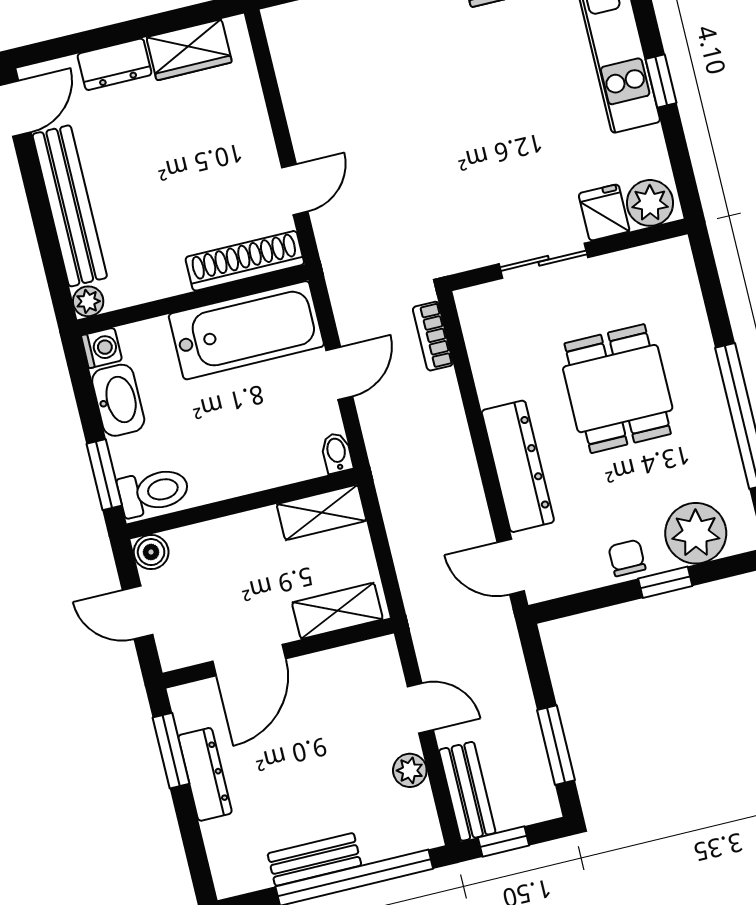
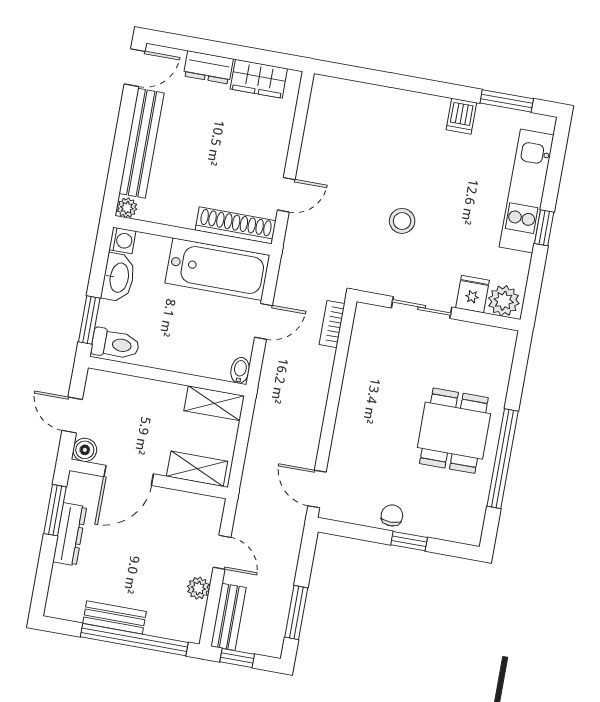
stool: (466, 156) -> (402, 221), added
dining table: (618, 389) -> (454, 431), moved
dresser: (518, 466) -> (349, 428), removed
plant: (696, 533) -> (442, 519), removed
boiler: (151, 552) -> (85, 450), moved

